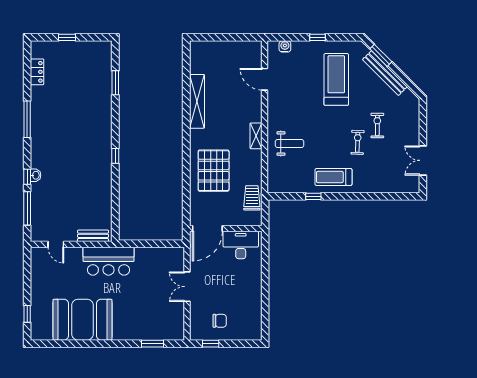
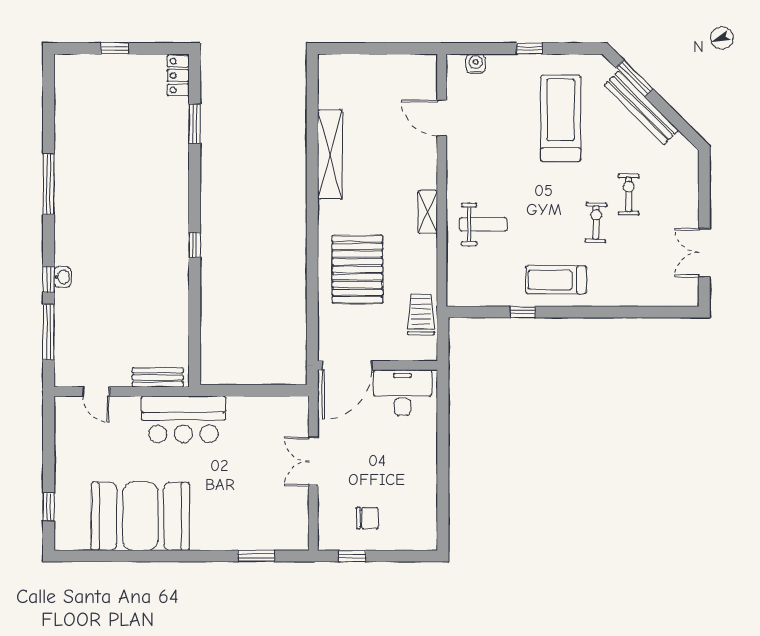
locker: (37, 72) -> (178, 76), moved, turned 180

